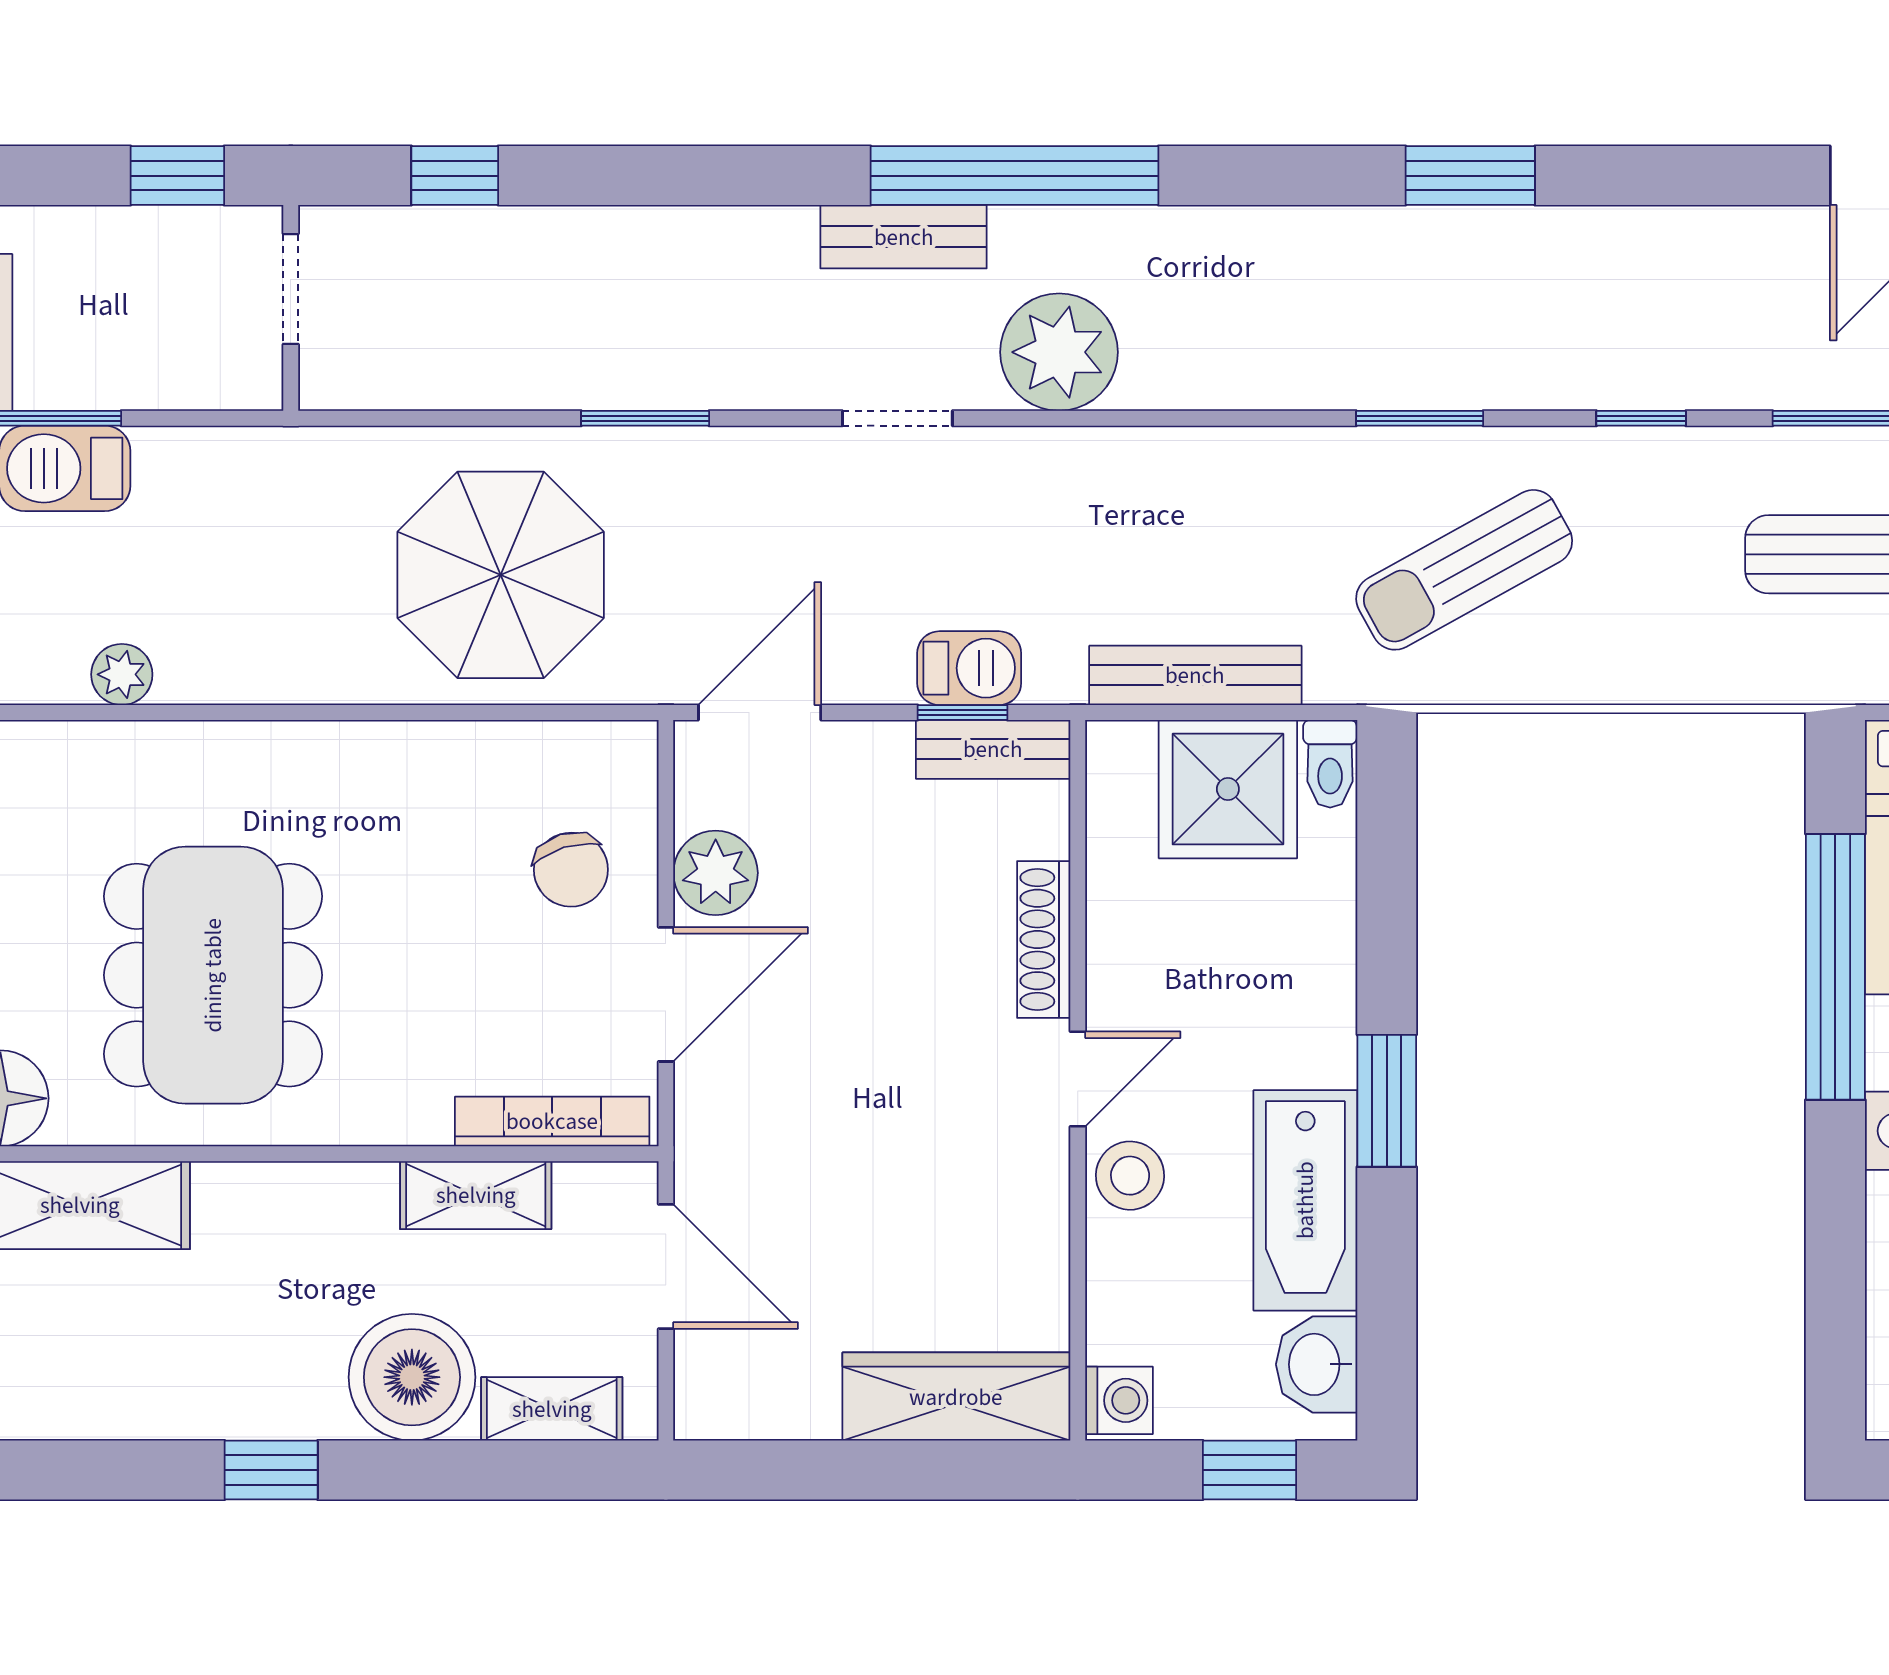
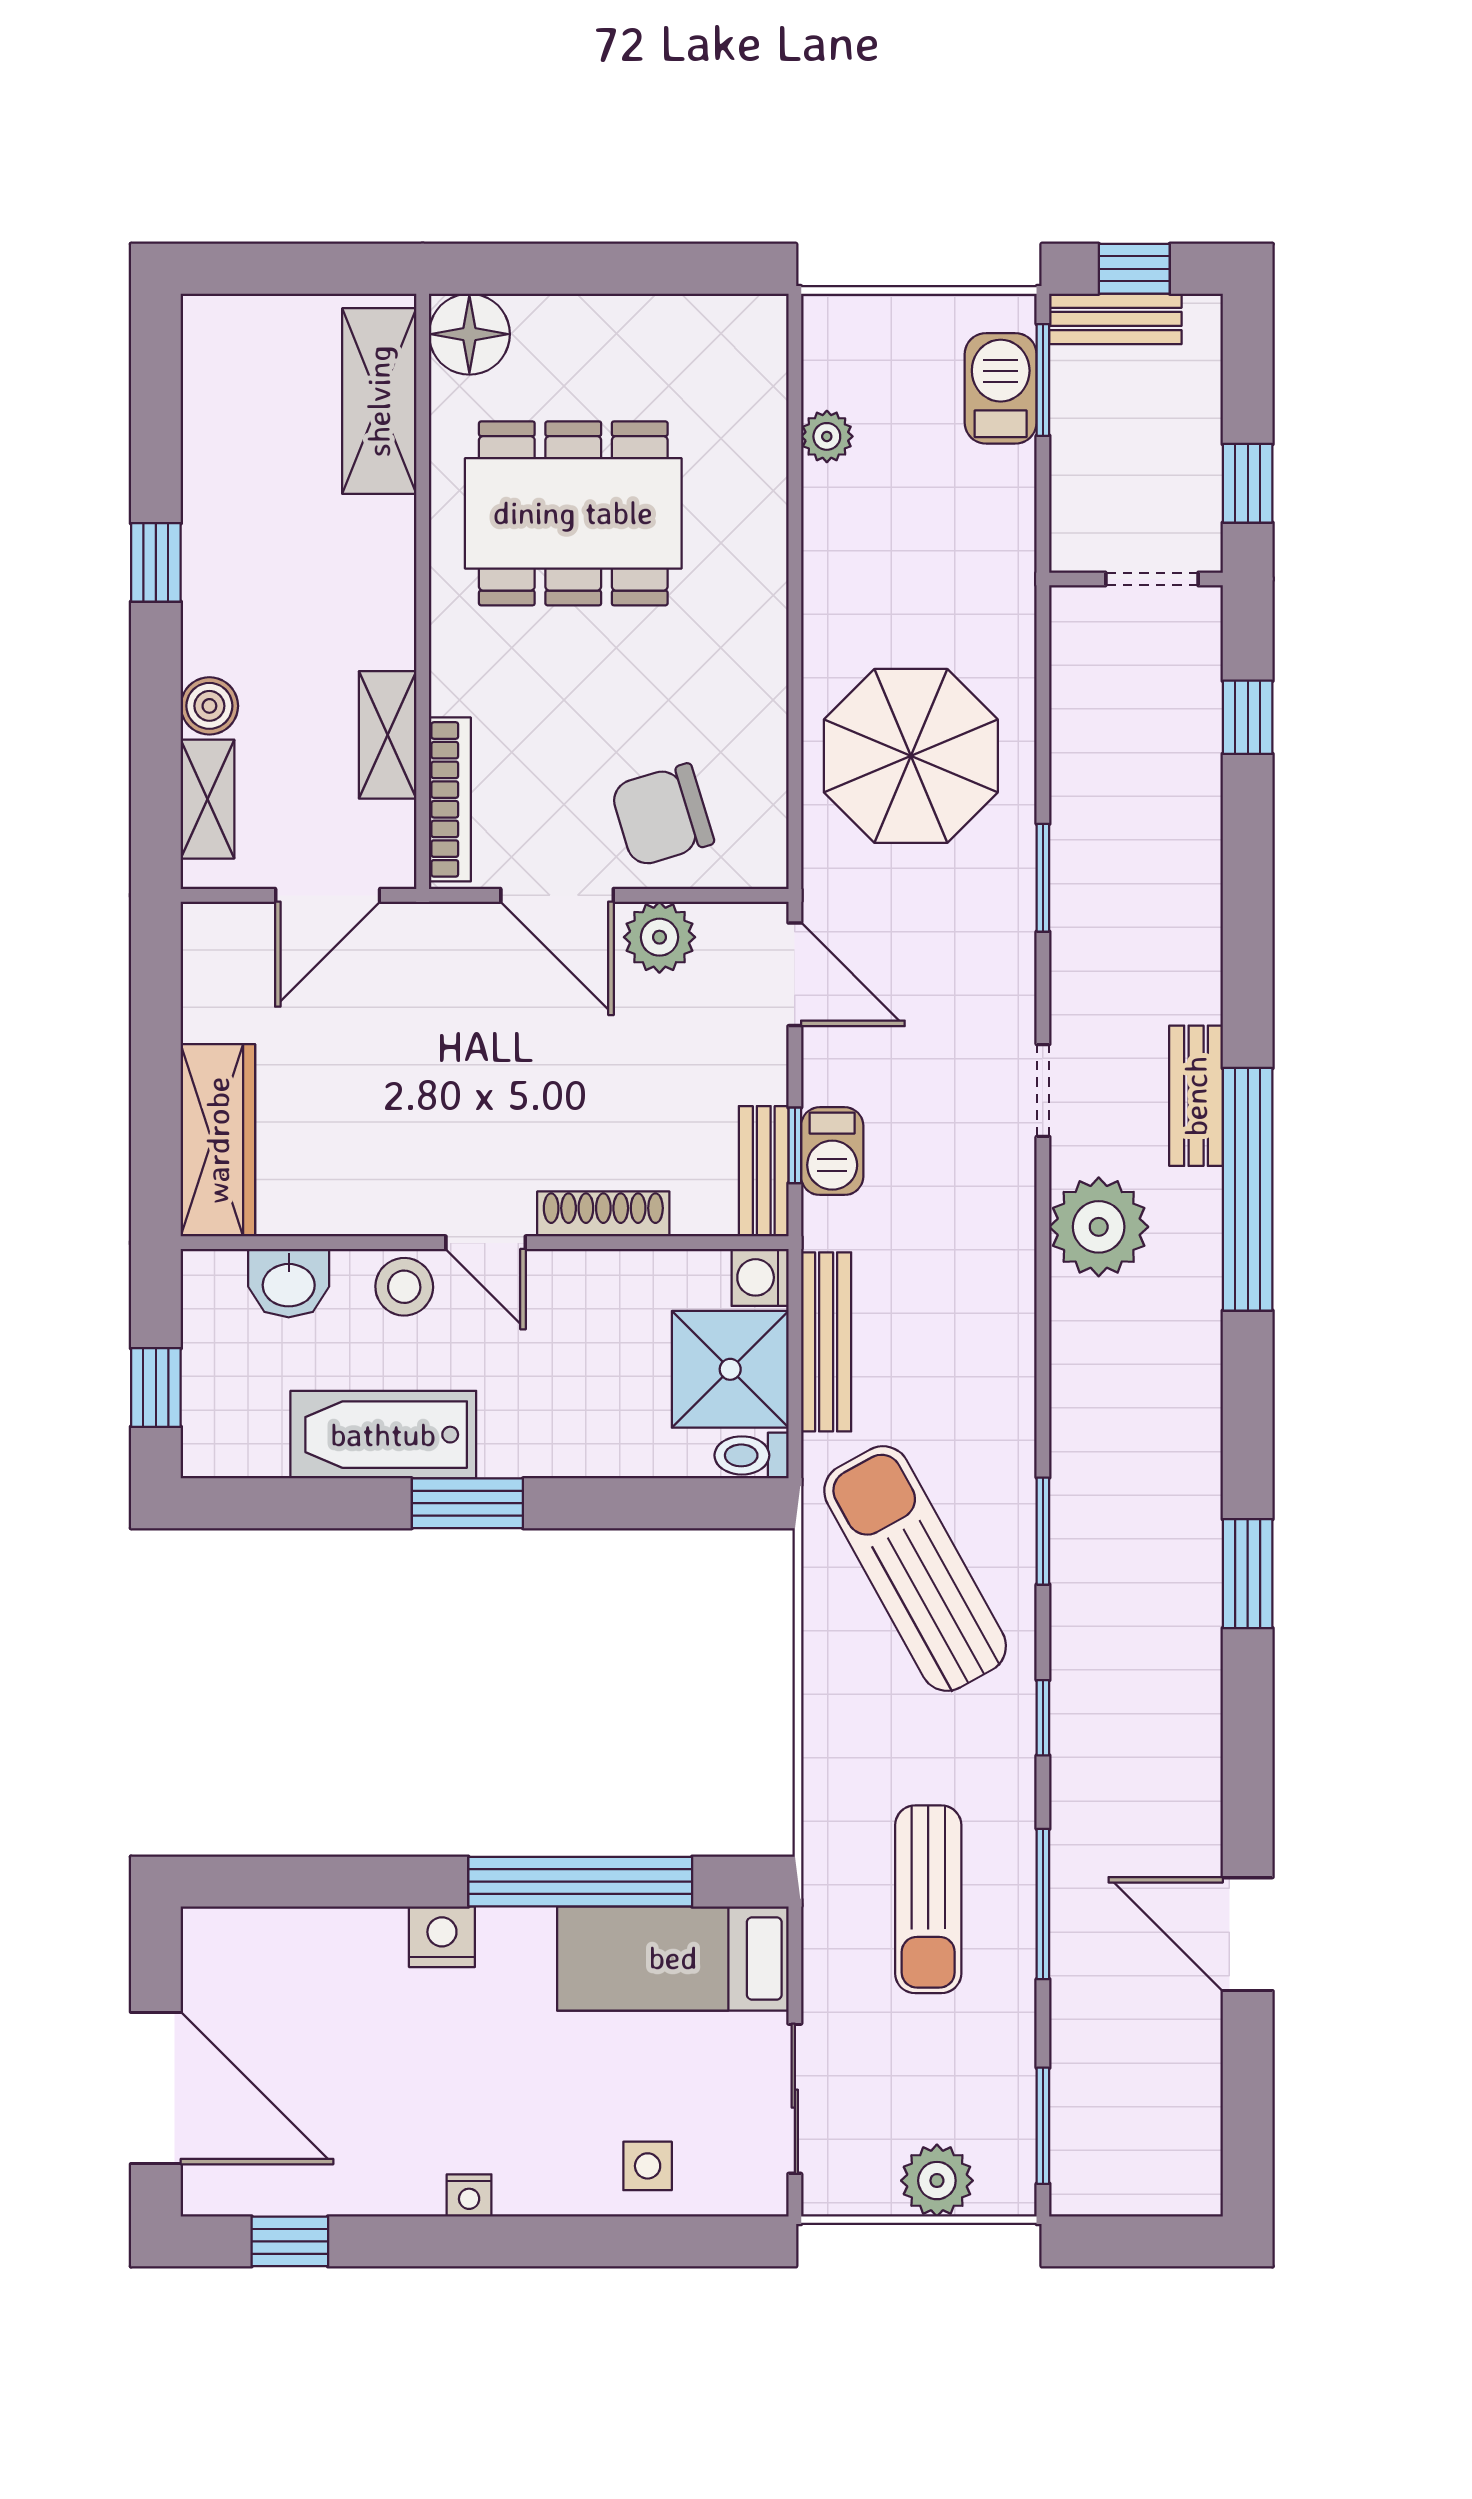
sun lounger: (1464, 570) -> (915, 1569), width x1.36, depth x1.34
chair: (571, 870) -> (662, 815), width x1.37, depth x1.37
washbasin: (1317, 1364) -> (289, 1283), moved, turned 180
boiler: (412, 1377) -> (209, 706), width x0.54, depth x0.54
washing machine: (1119, 1400) -> (760, 1277), moved, turned 90

